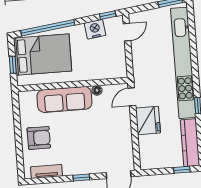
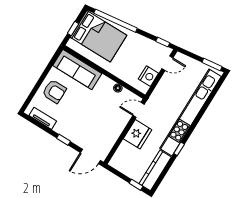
nightstand: (95, 29) -> (148, 76), moved, turned 97
sofa: (64, 99) -> (77, 69), moved

